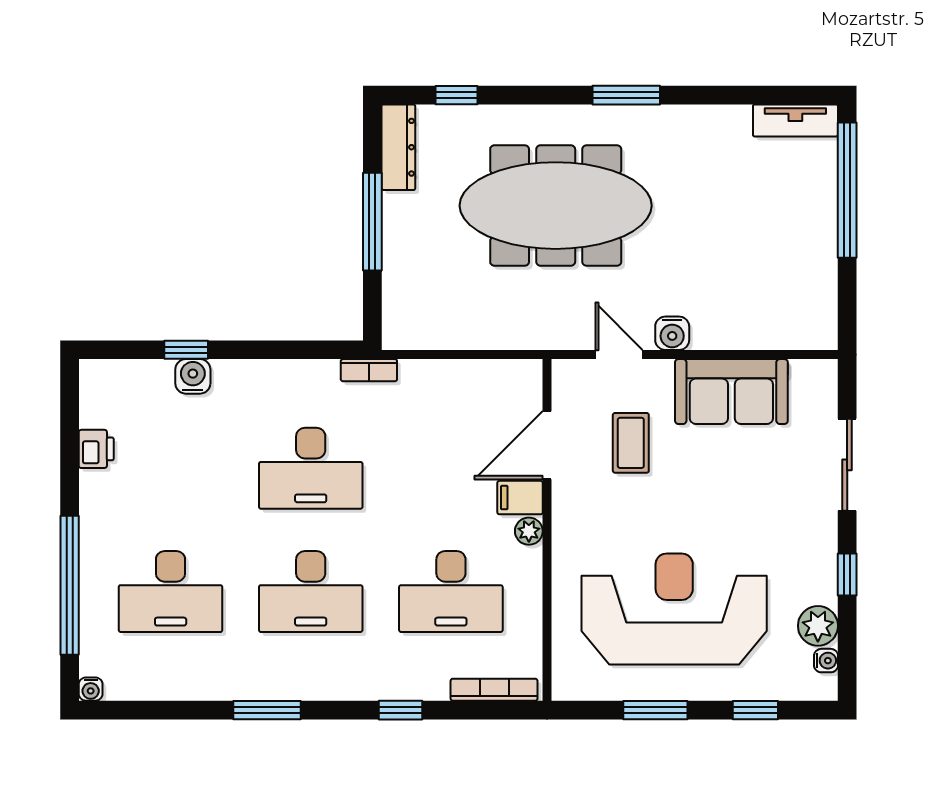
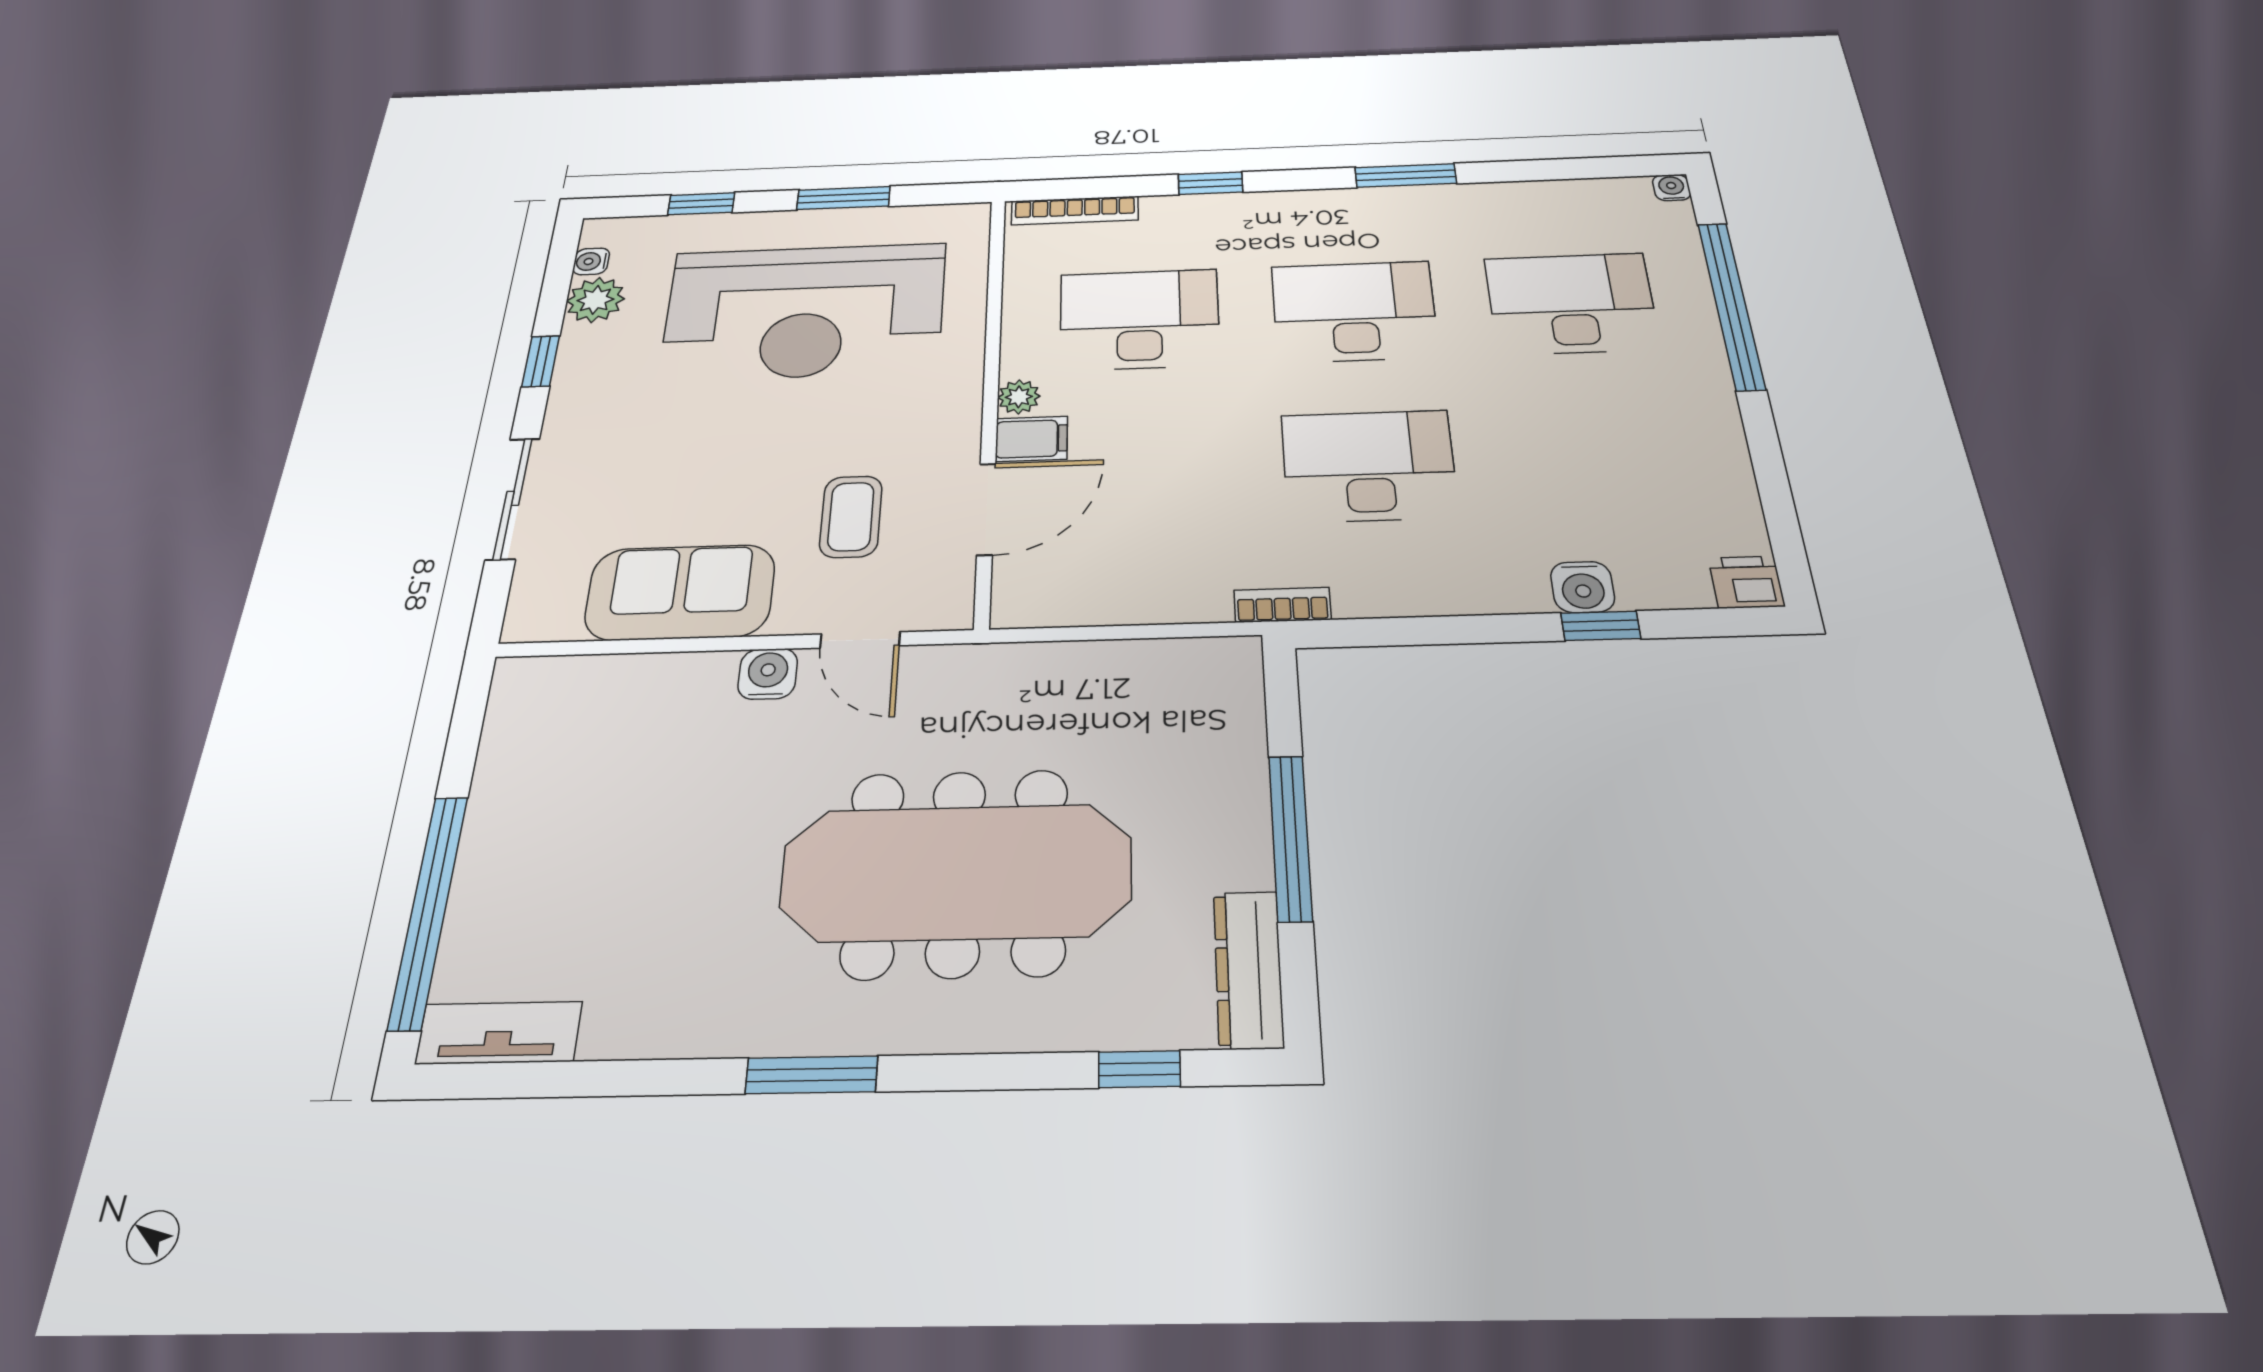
printer: (96, 449) -> (1746, 582), moved, turned 90

